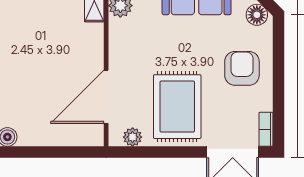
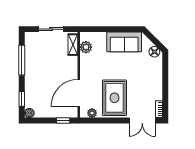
armchair: (242, 68) -> (147, 79), removed
window: (75, 152) -> (63, 121), added

